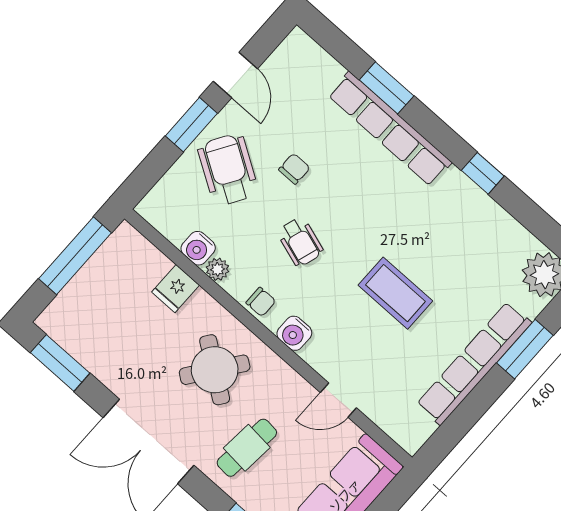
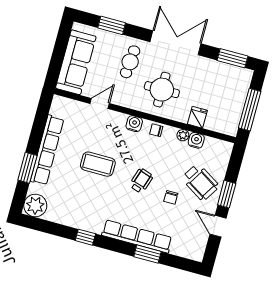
wheelchair: (300, 242) -> (141, 181), moved, turned 90
round table: (215, 370) -> (162, 90), turned -36

